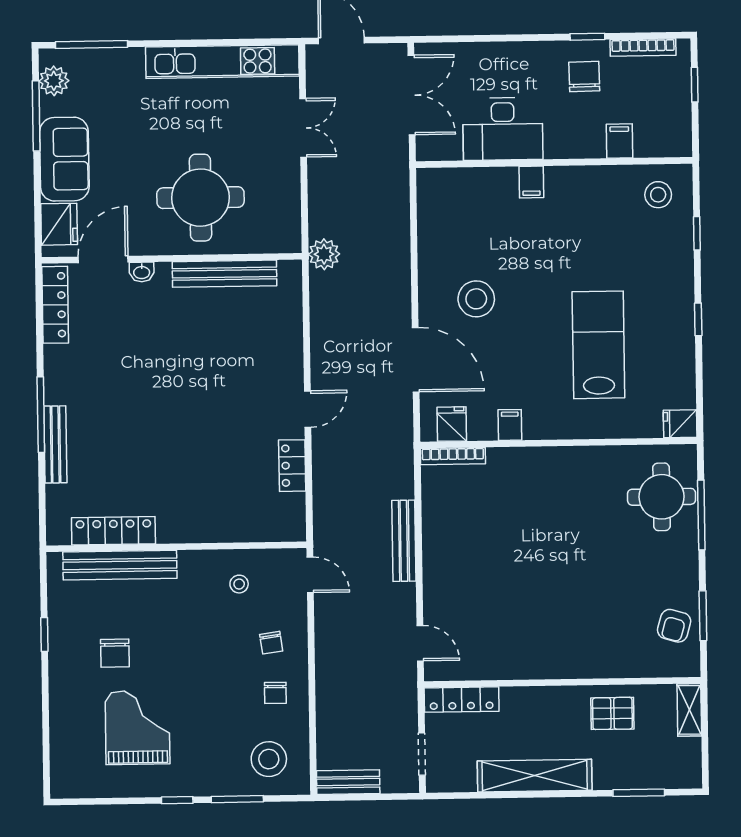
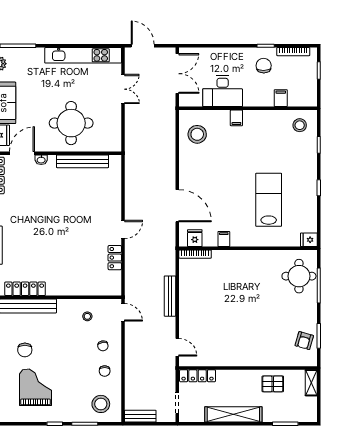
plant: (324, 254) -> (132, 152), removed
stool: (476, 299) -> (197, 134), moved

